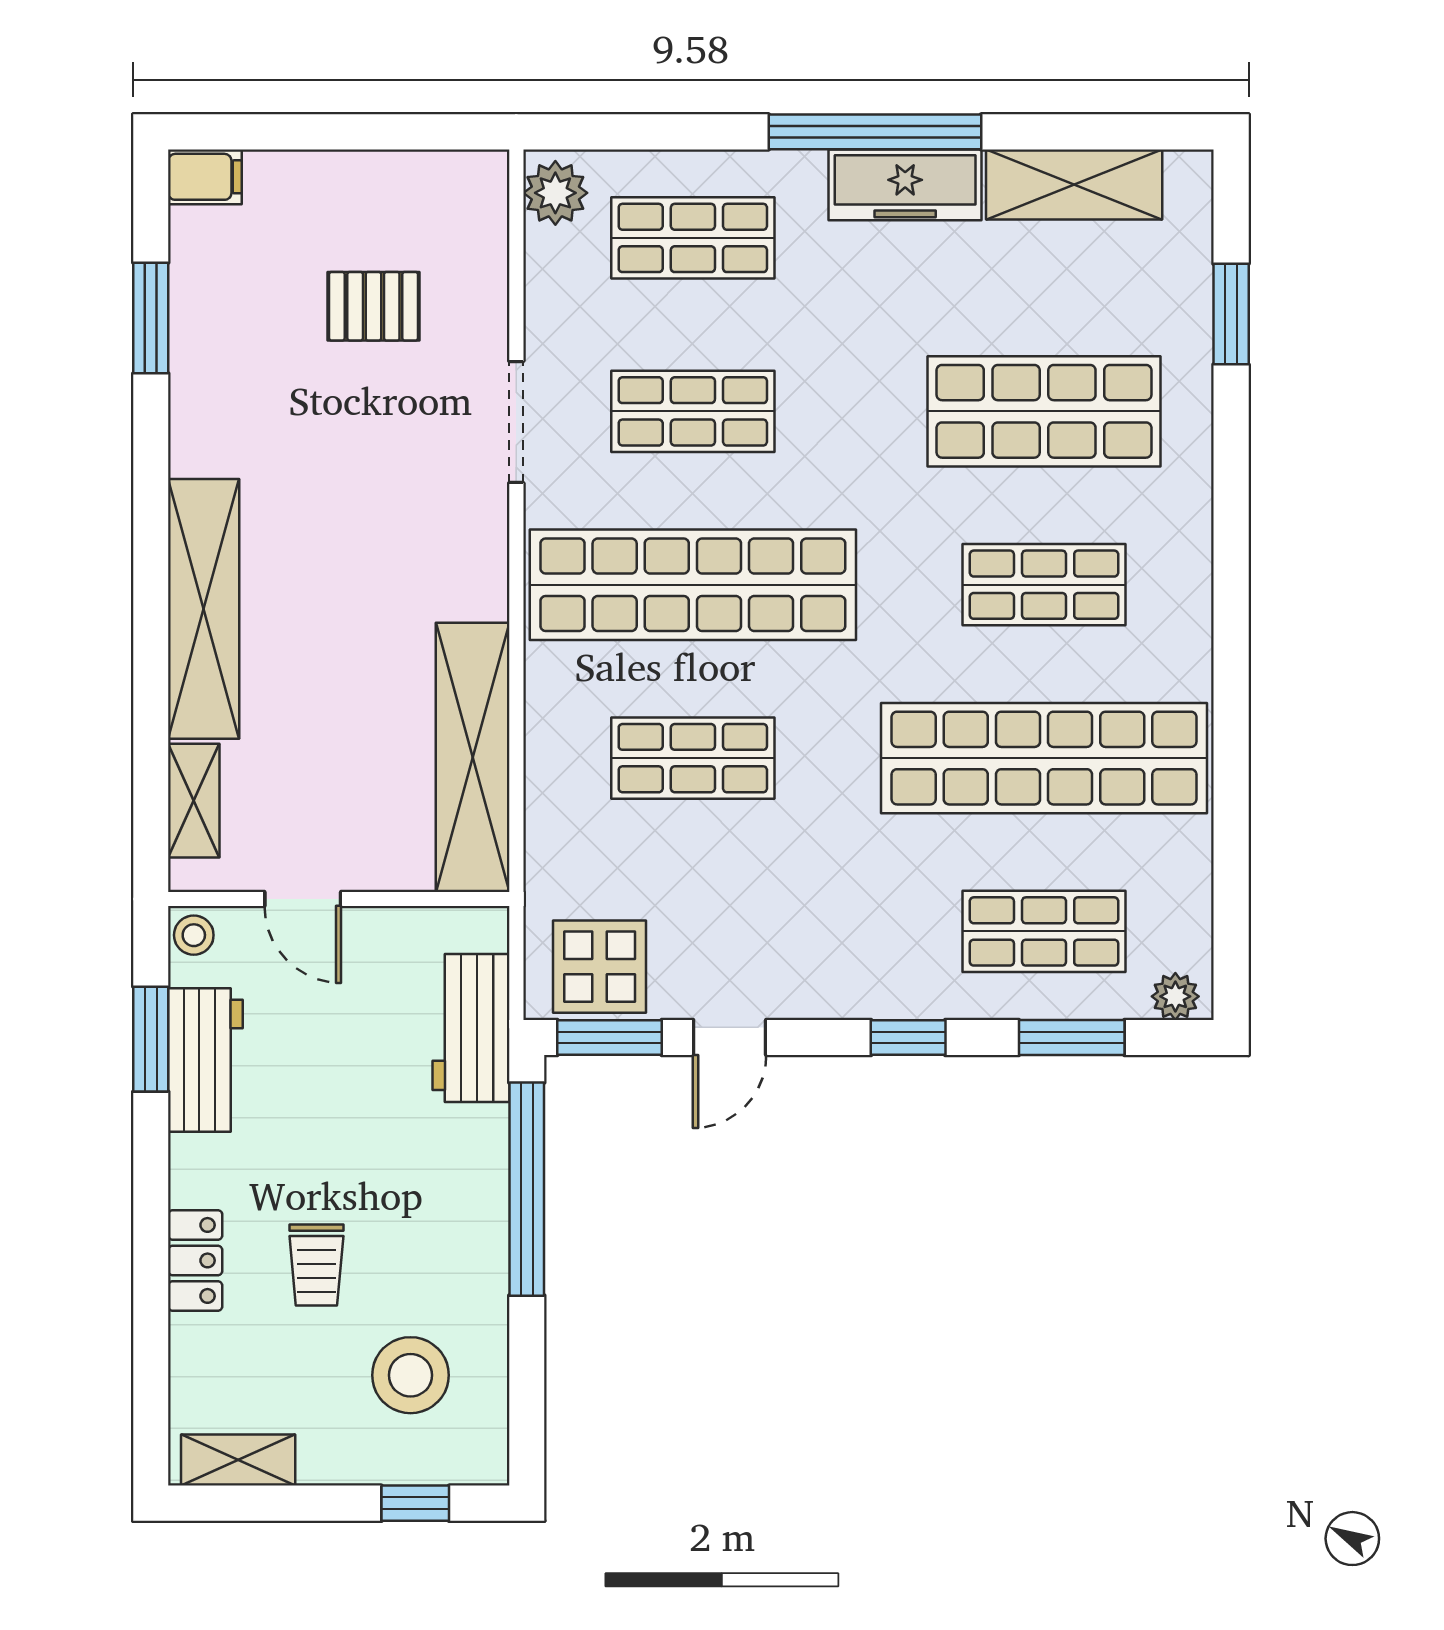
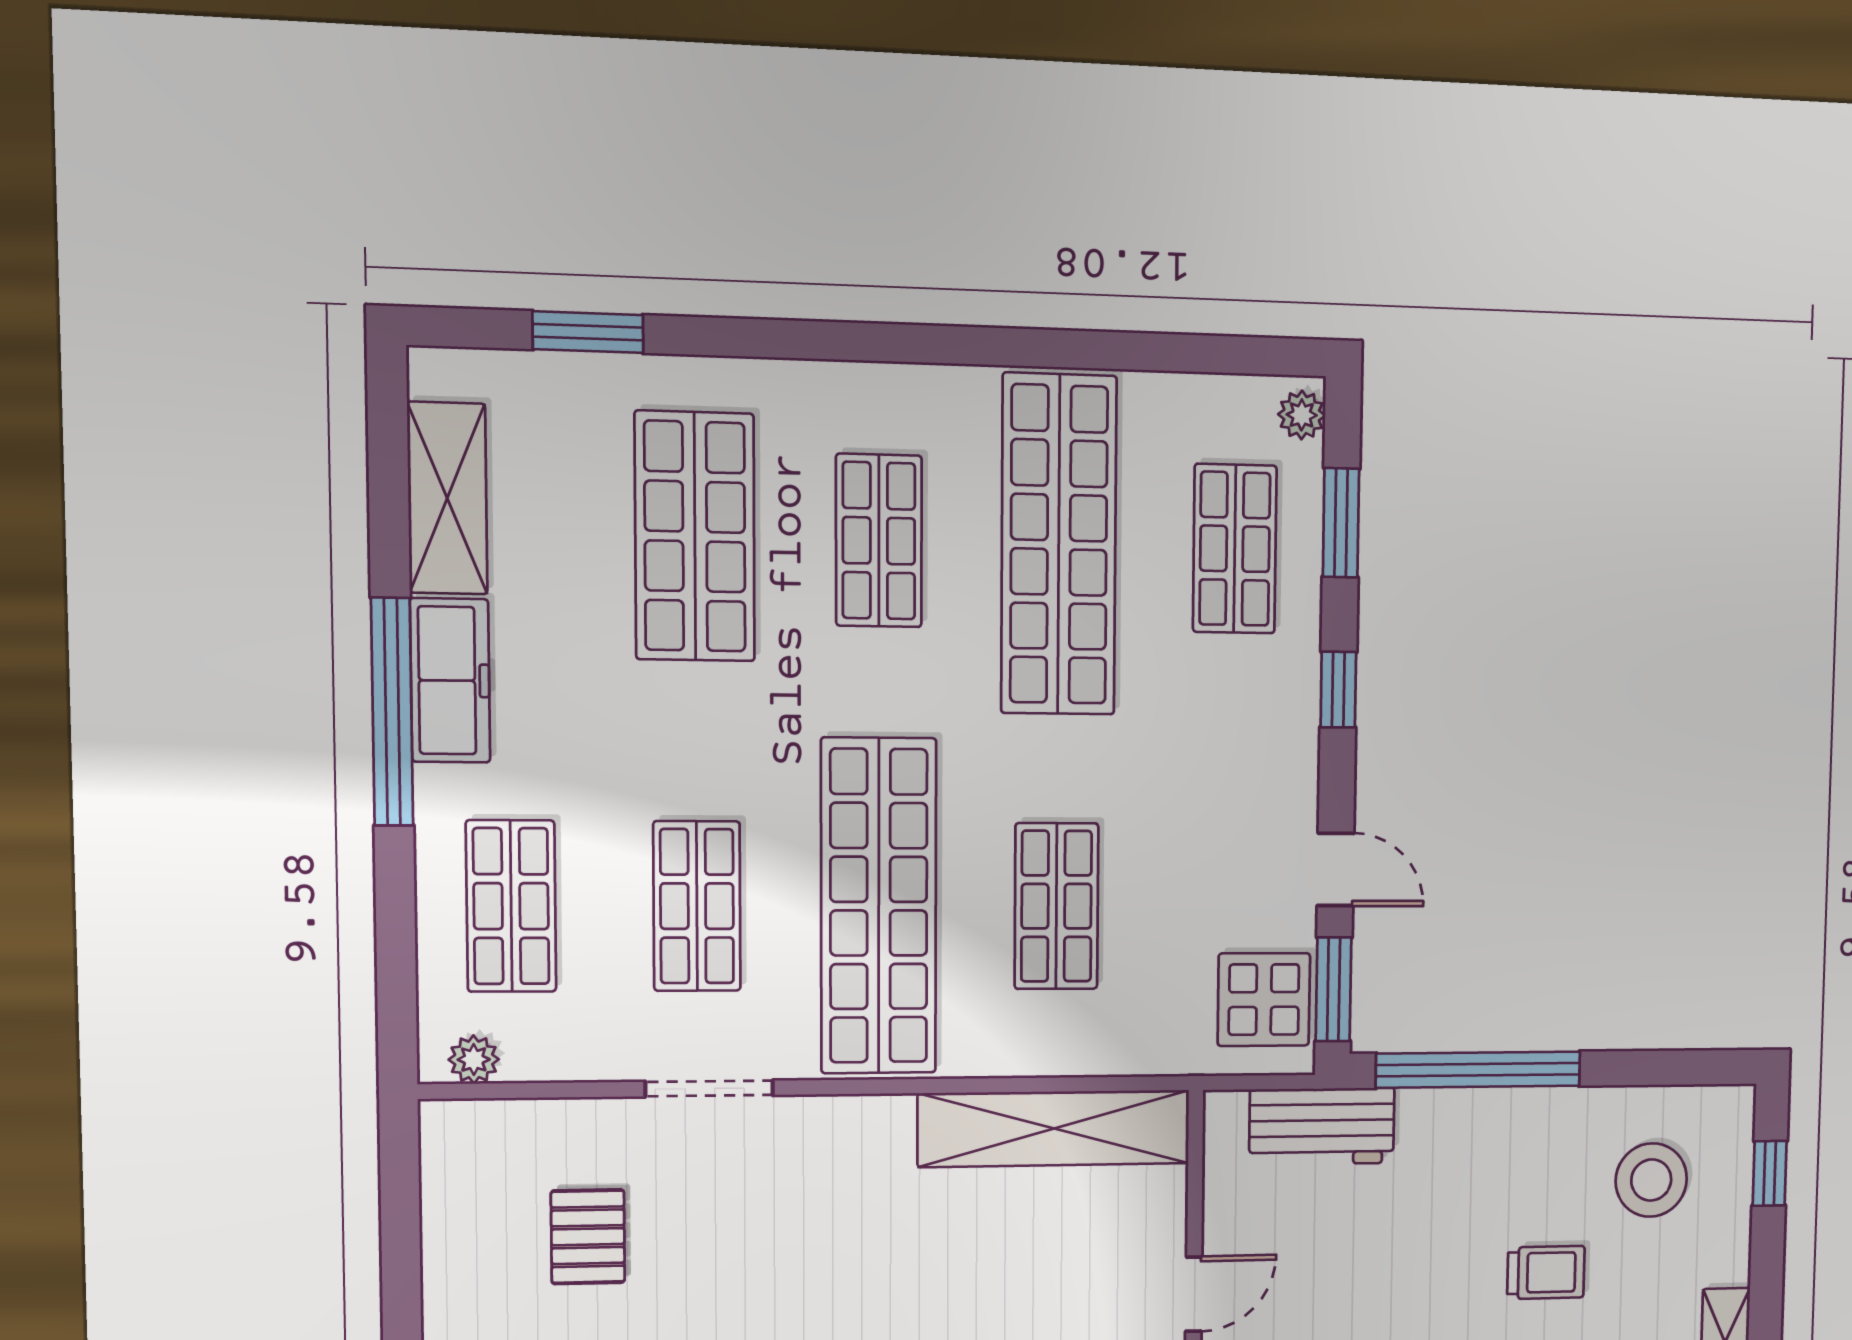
plant: (555, 193) -> (474, 1059), width x0.73, depth x0.73

